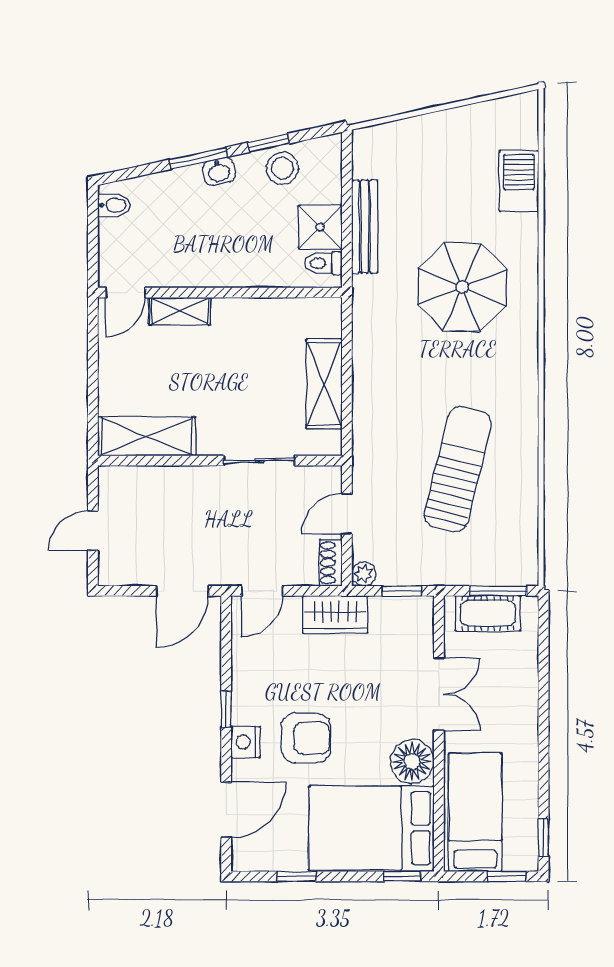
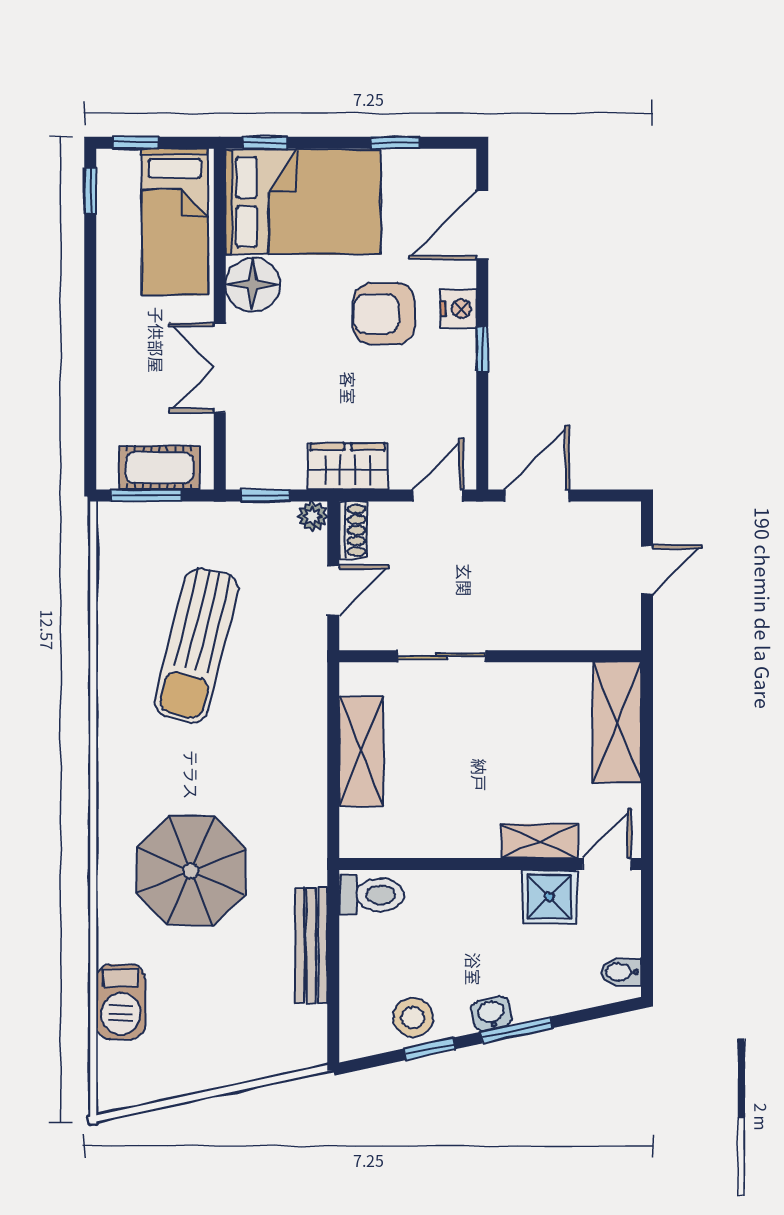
shower: (320, 227) -> (549, 897), moved
toilet: (323, 263) -> (372, 895), width x1.37, depth x1.39
shelving: (147, 436) -> (617, 722), moved, turned 90

